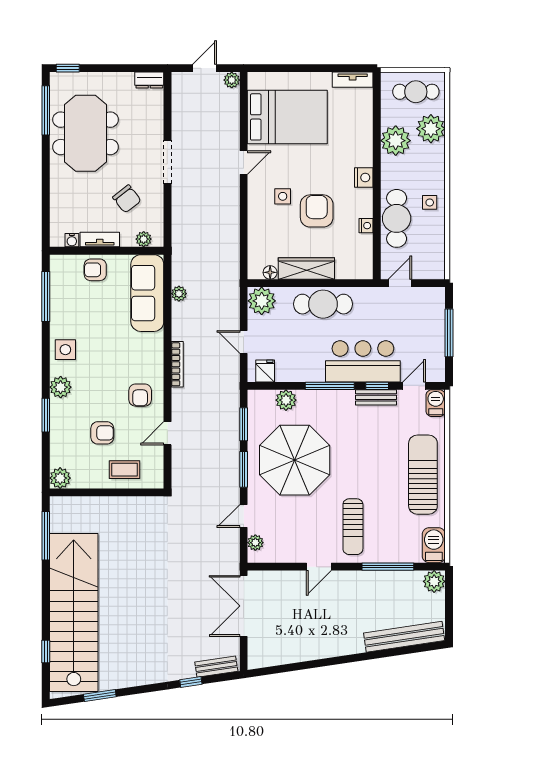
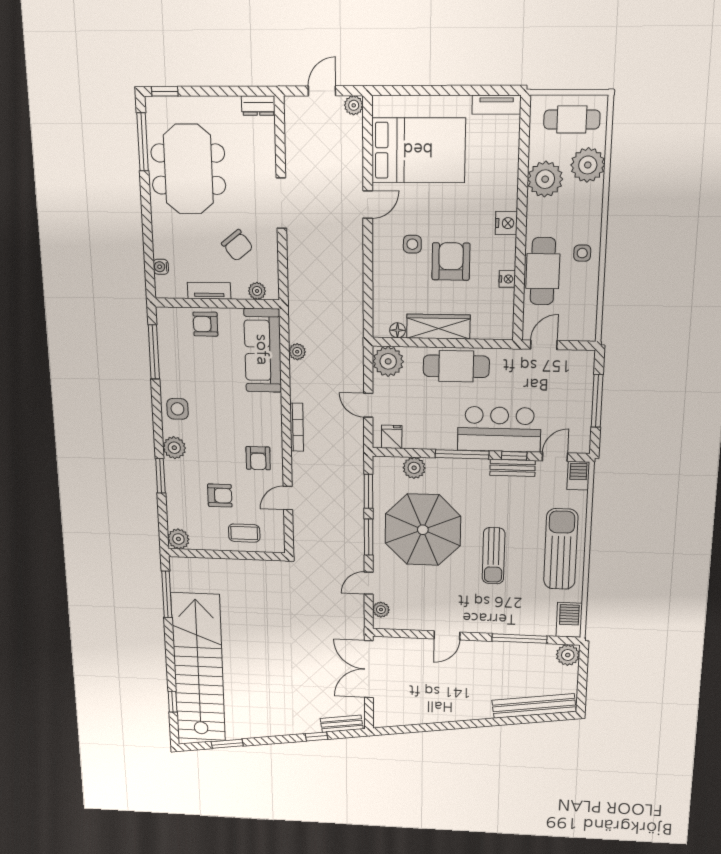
water cooler: (72, 240) -> (161, 267), moved, turned 90
sun lounger: (353, 527) -> (494, 556), moved

